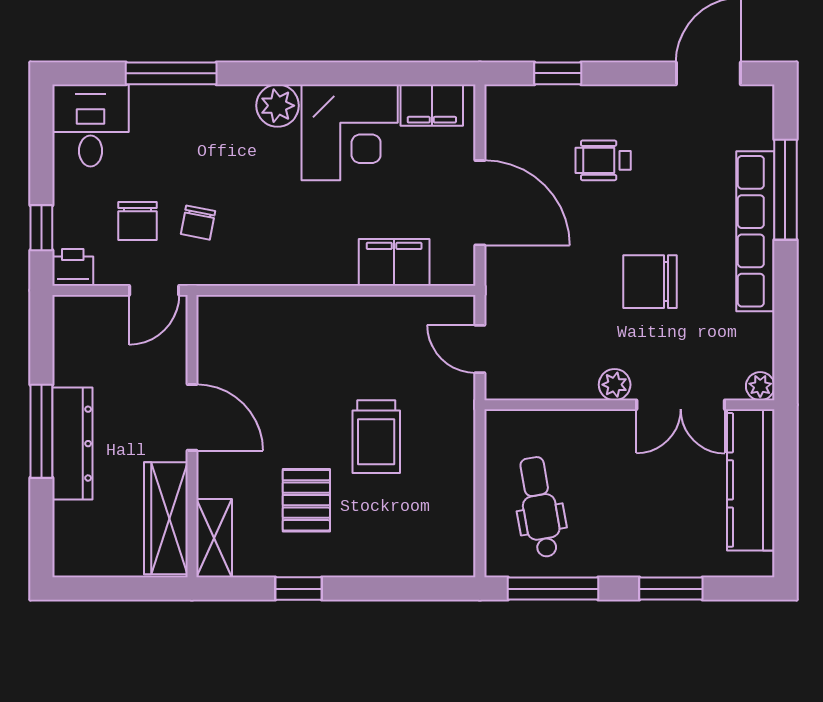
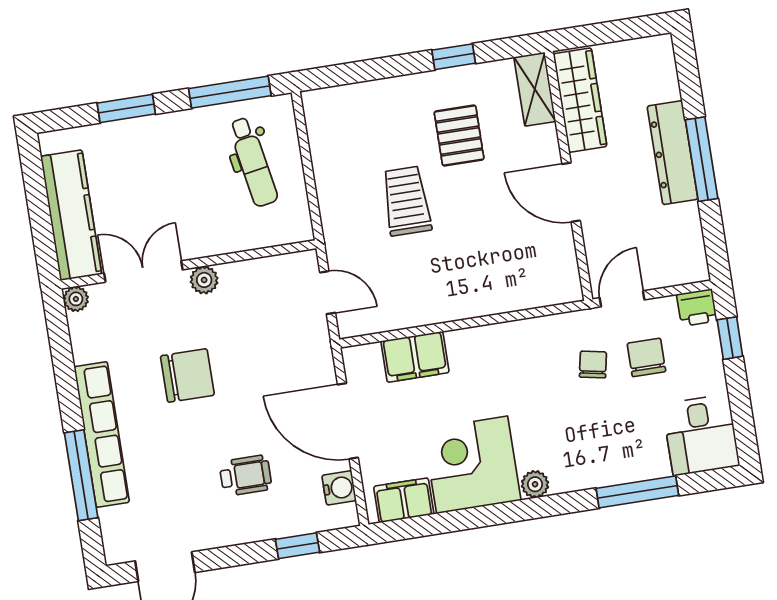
plant: (278, 106) -> (535, 484), width x0.73, depth x0.73
water cooler: (501, 130) -> (339, 488), added

